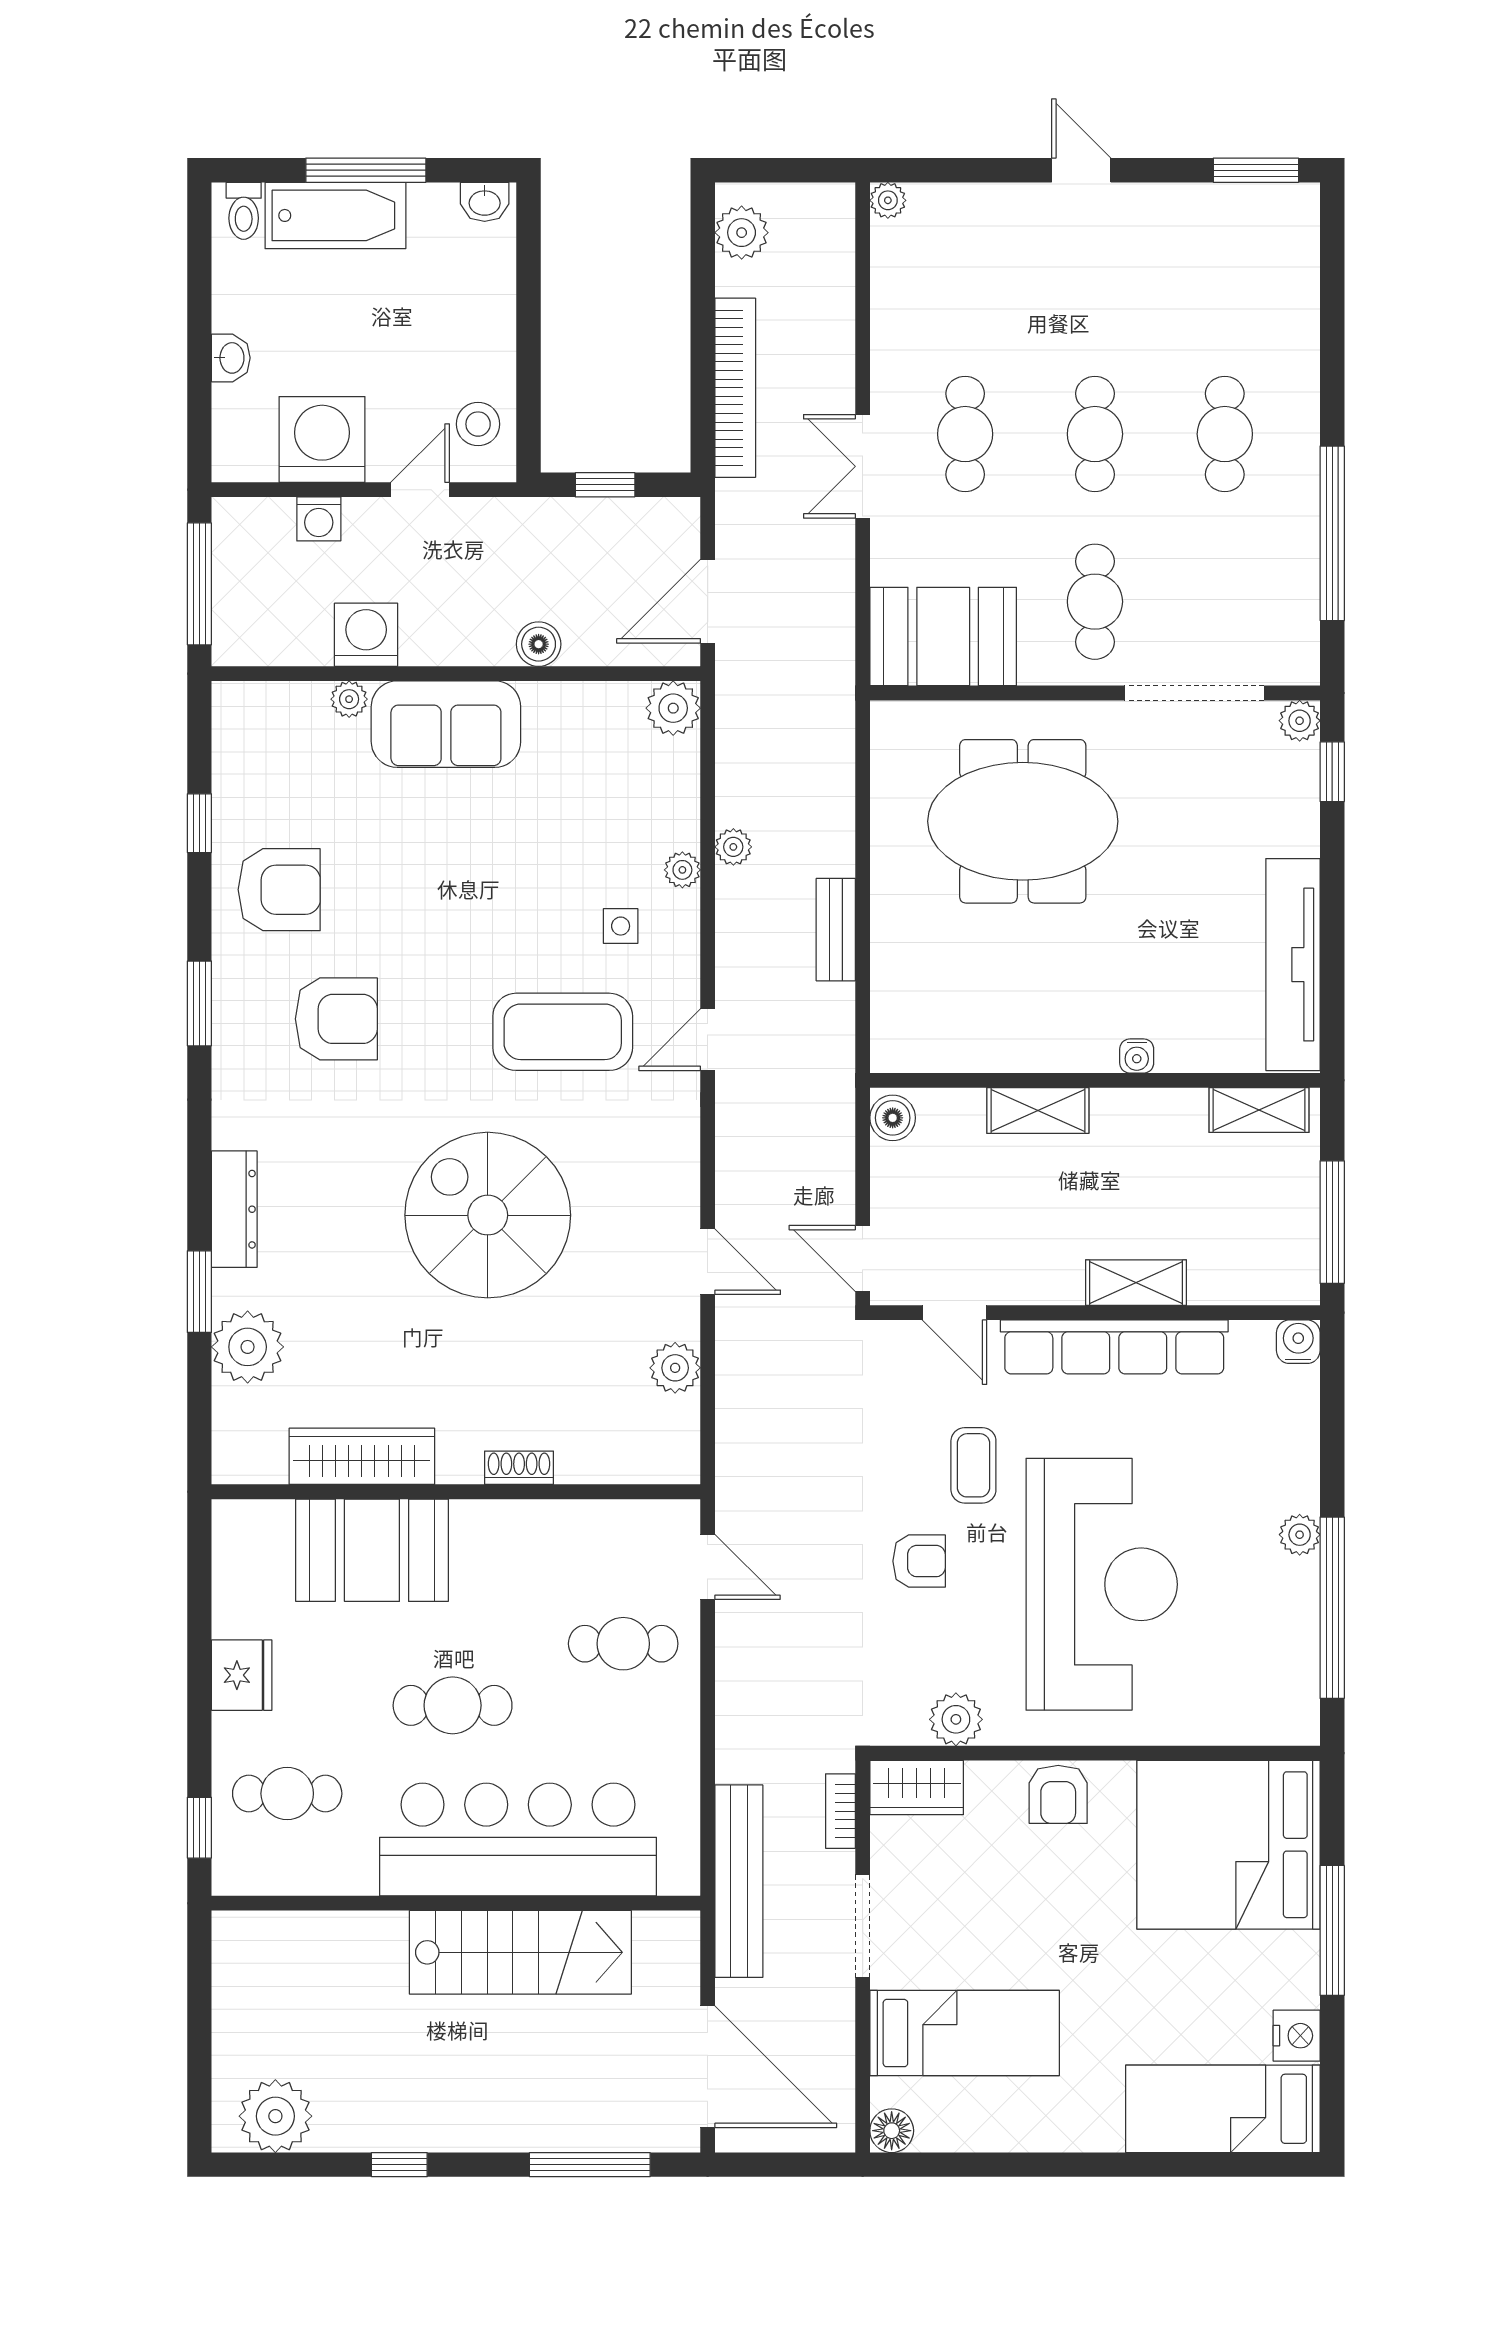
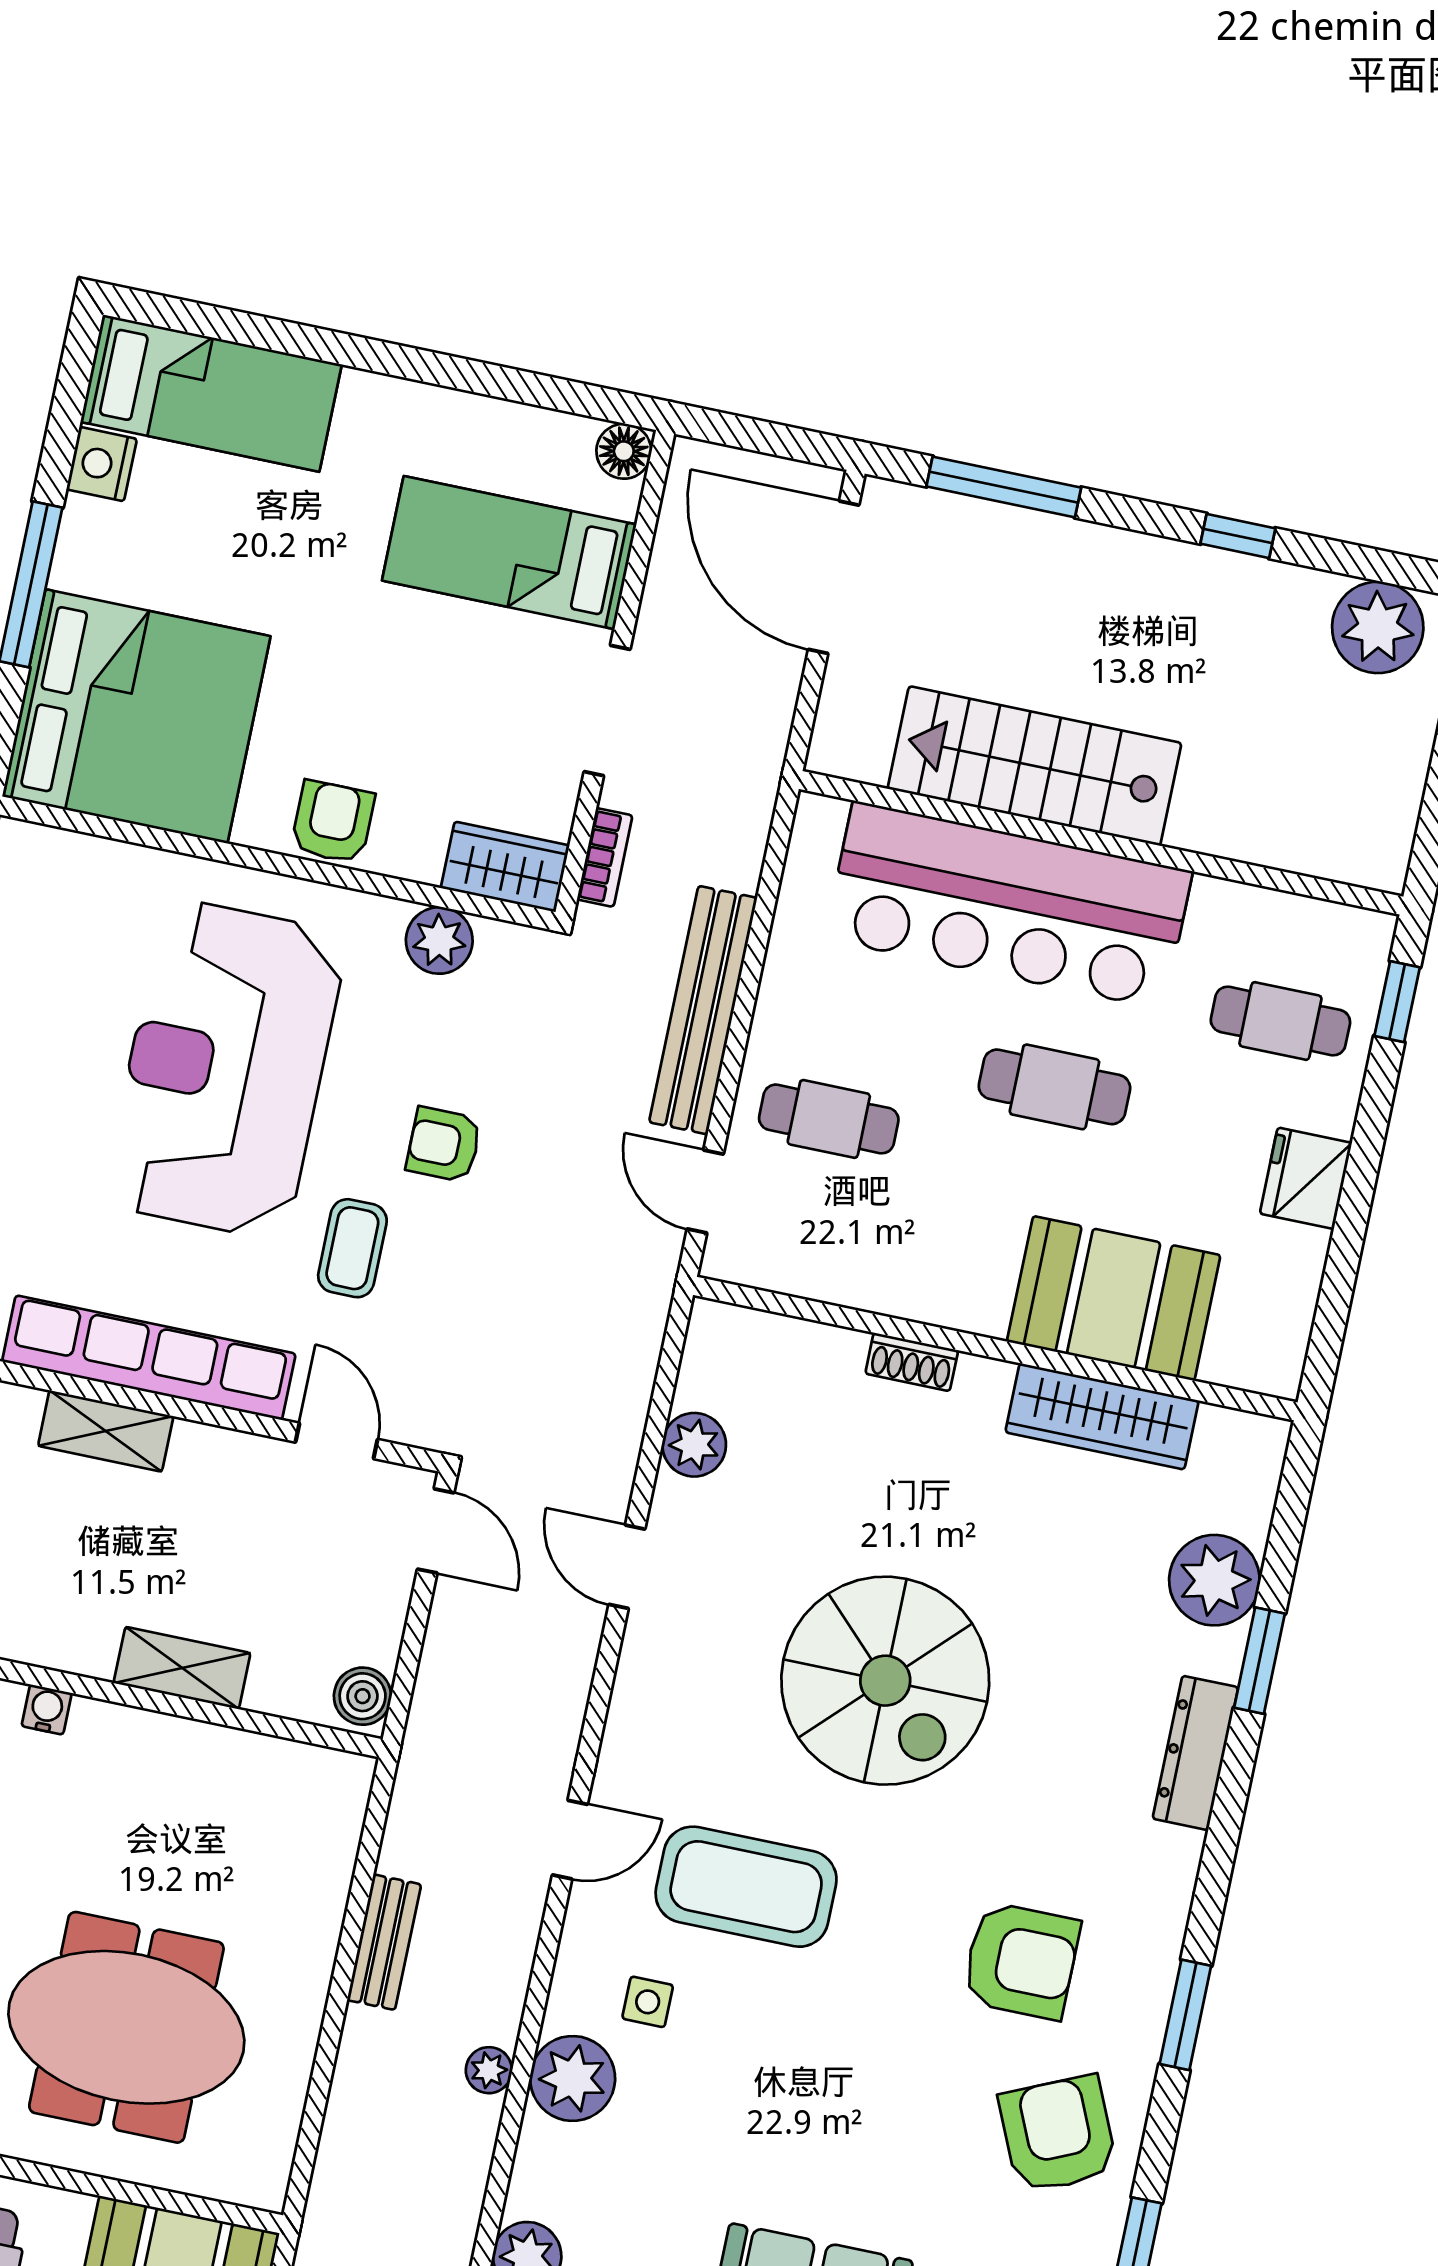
plant: (682, 870) -> (573, 2078), width x1.88, depth x1.88
armchair: (279, 890) -> (1058, 2134), turned 66
armchair: (336, 1019) -> (1021, 1961), turned 180
bench: (739, 1881) -> (703, 1010), moved

